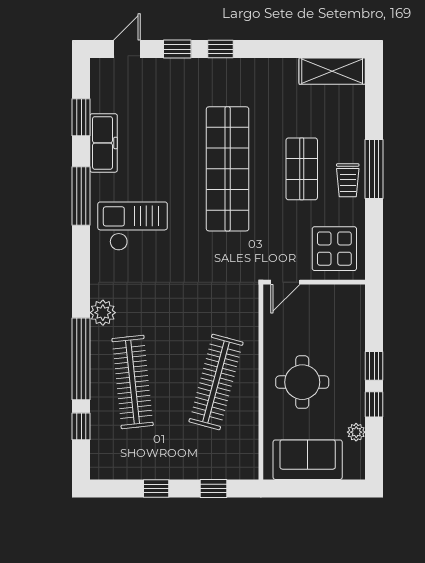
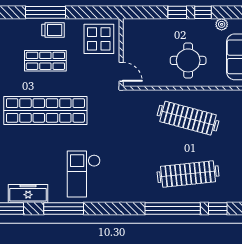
plant: (103, 313) -> (142, 194), removed

